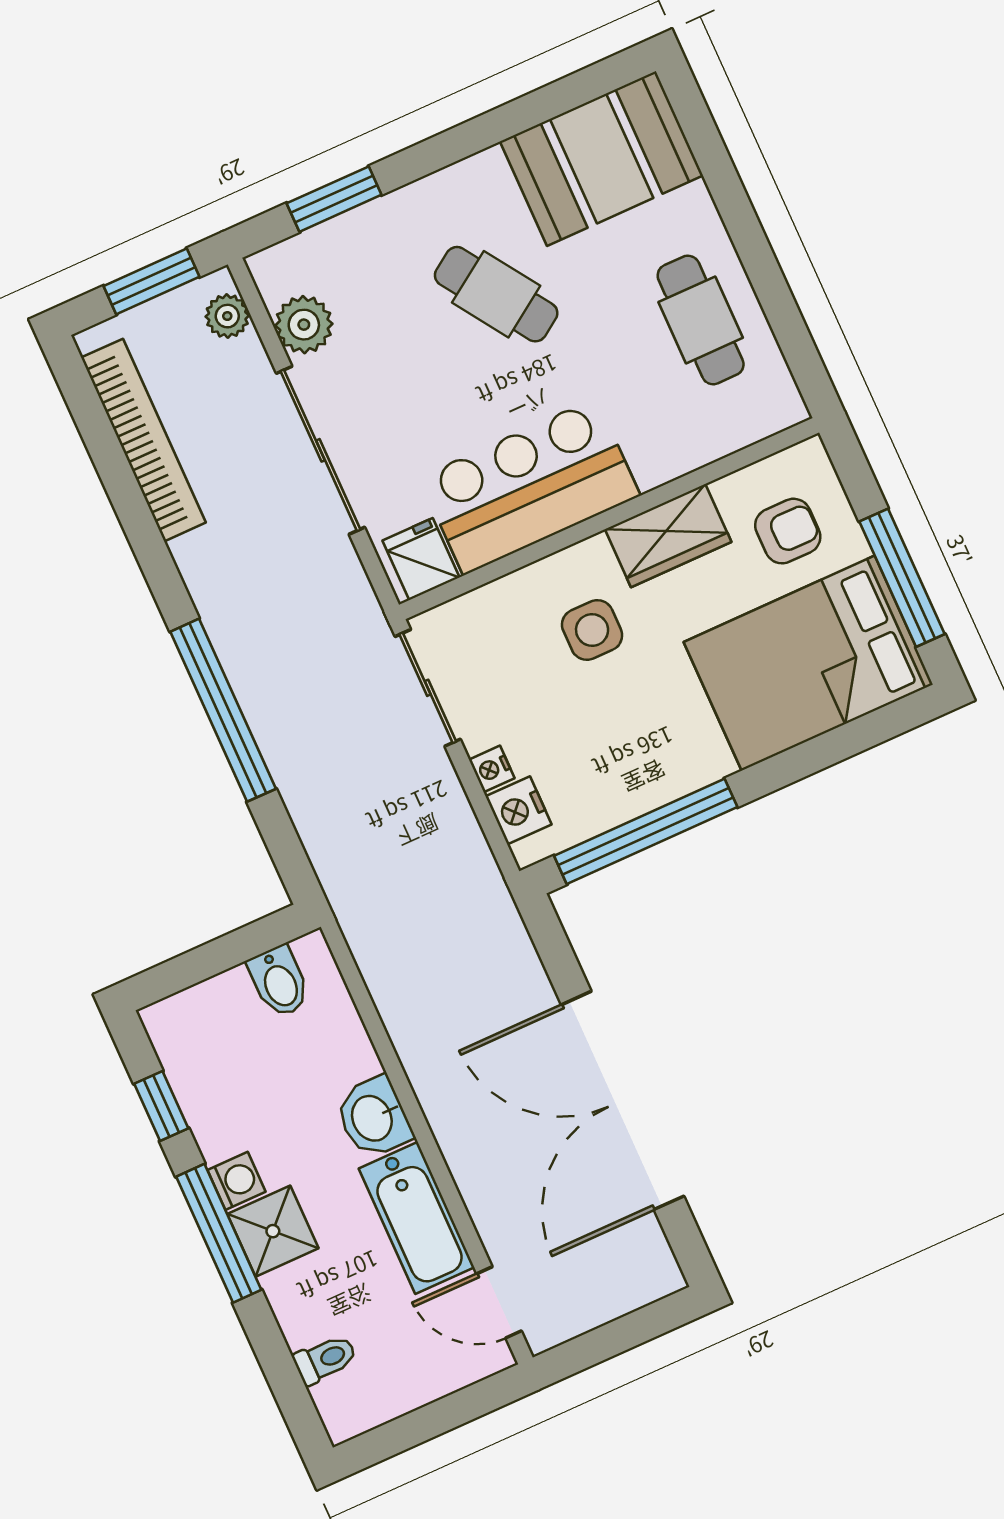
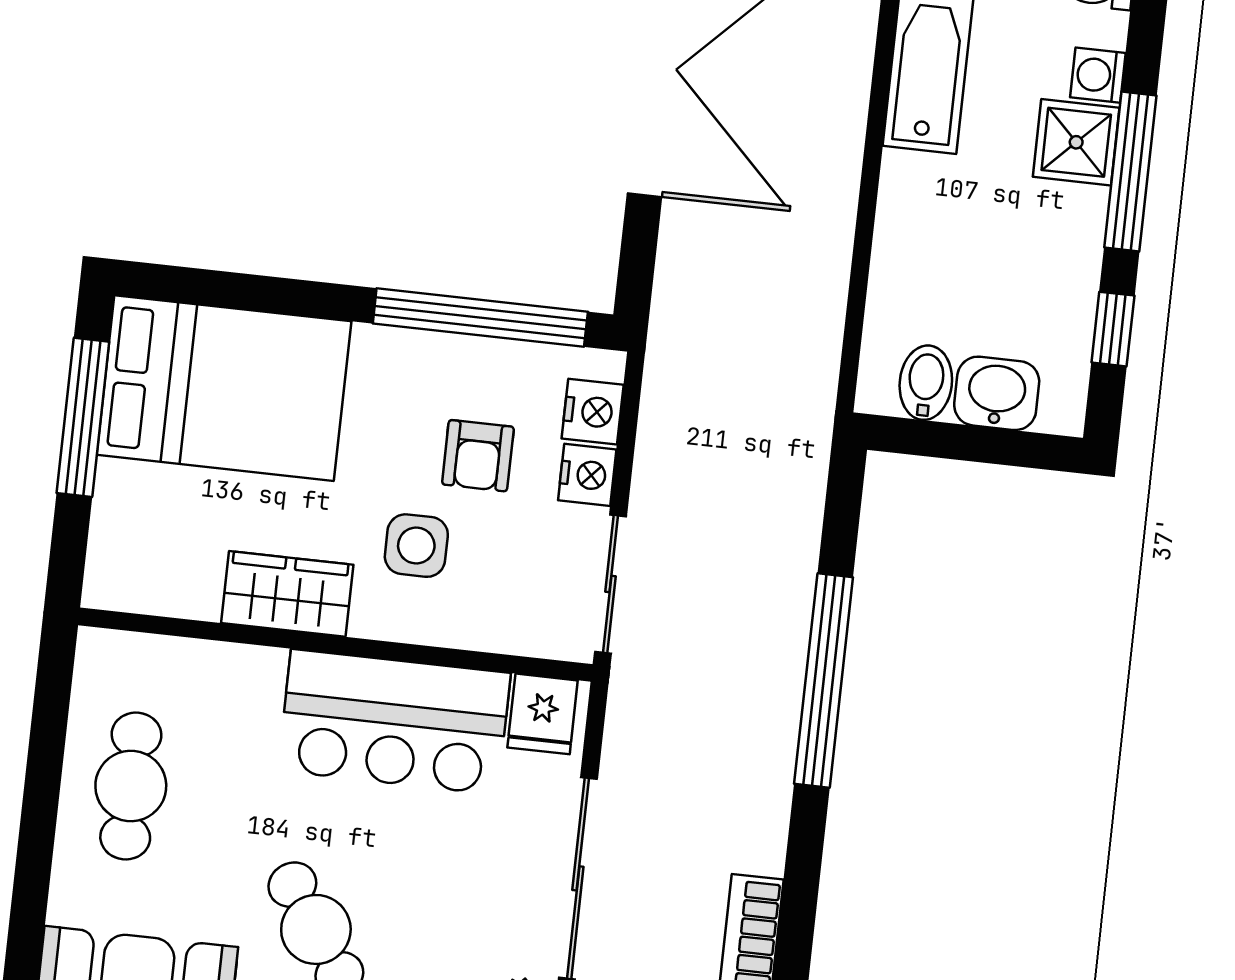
armchair: (788, 531) -> (478, 456), moved, turned -90
nightstand: (492, 769) -> (587, 475), width x1.39, depth x1.35
washbasin: (374, 1118) -> (997, 393), moved, turned -90
washing machine: (236, 1181) -> (1098, 75), moved

